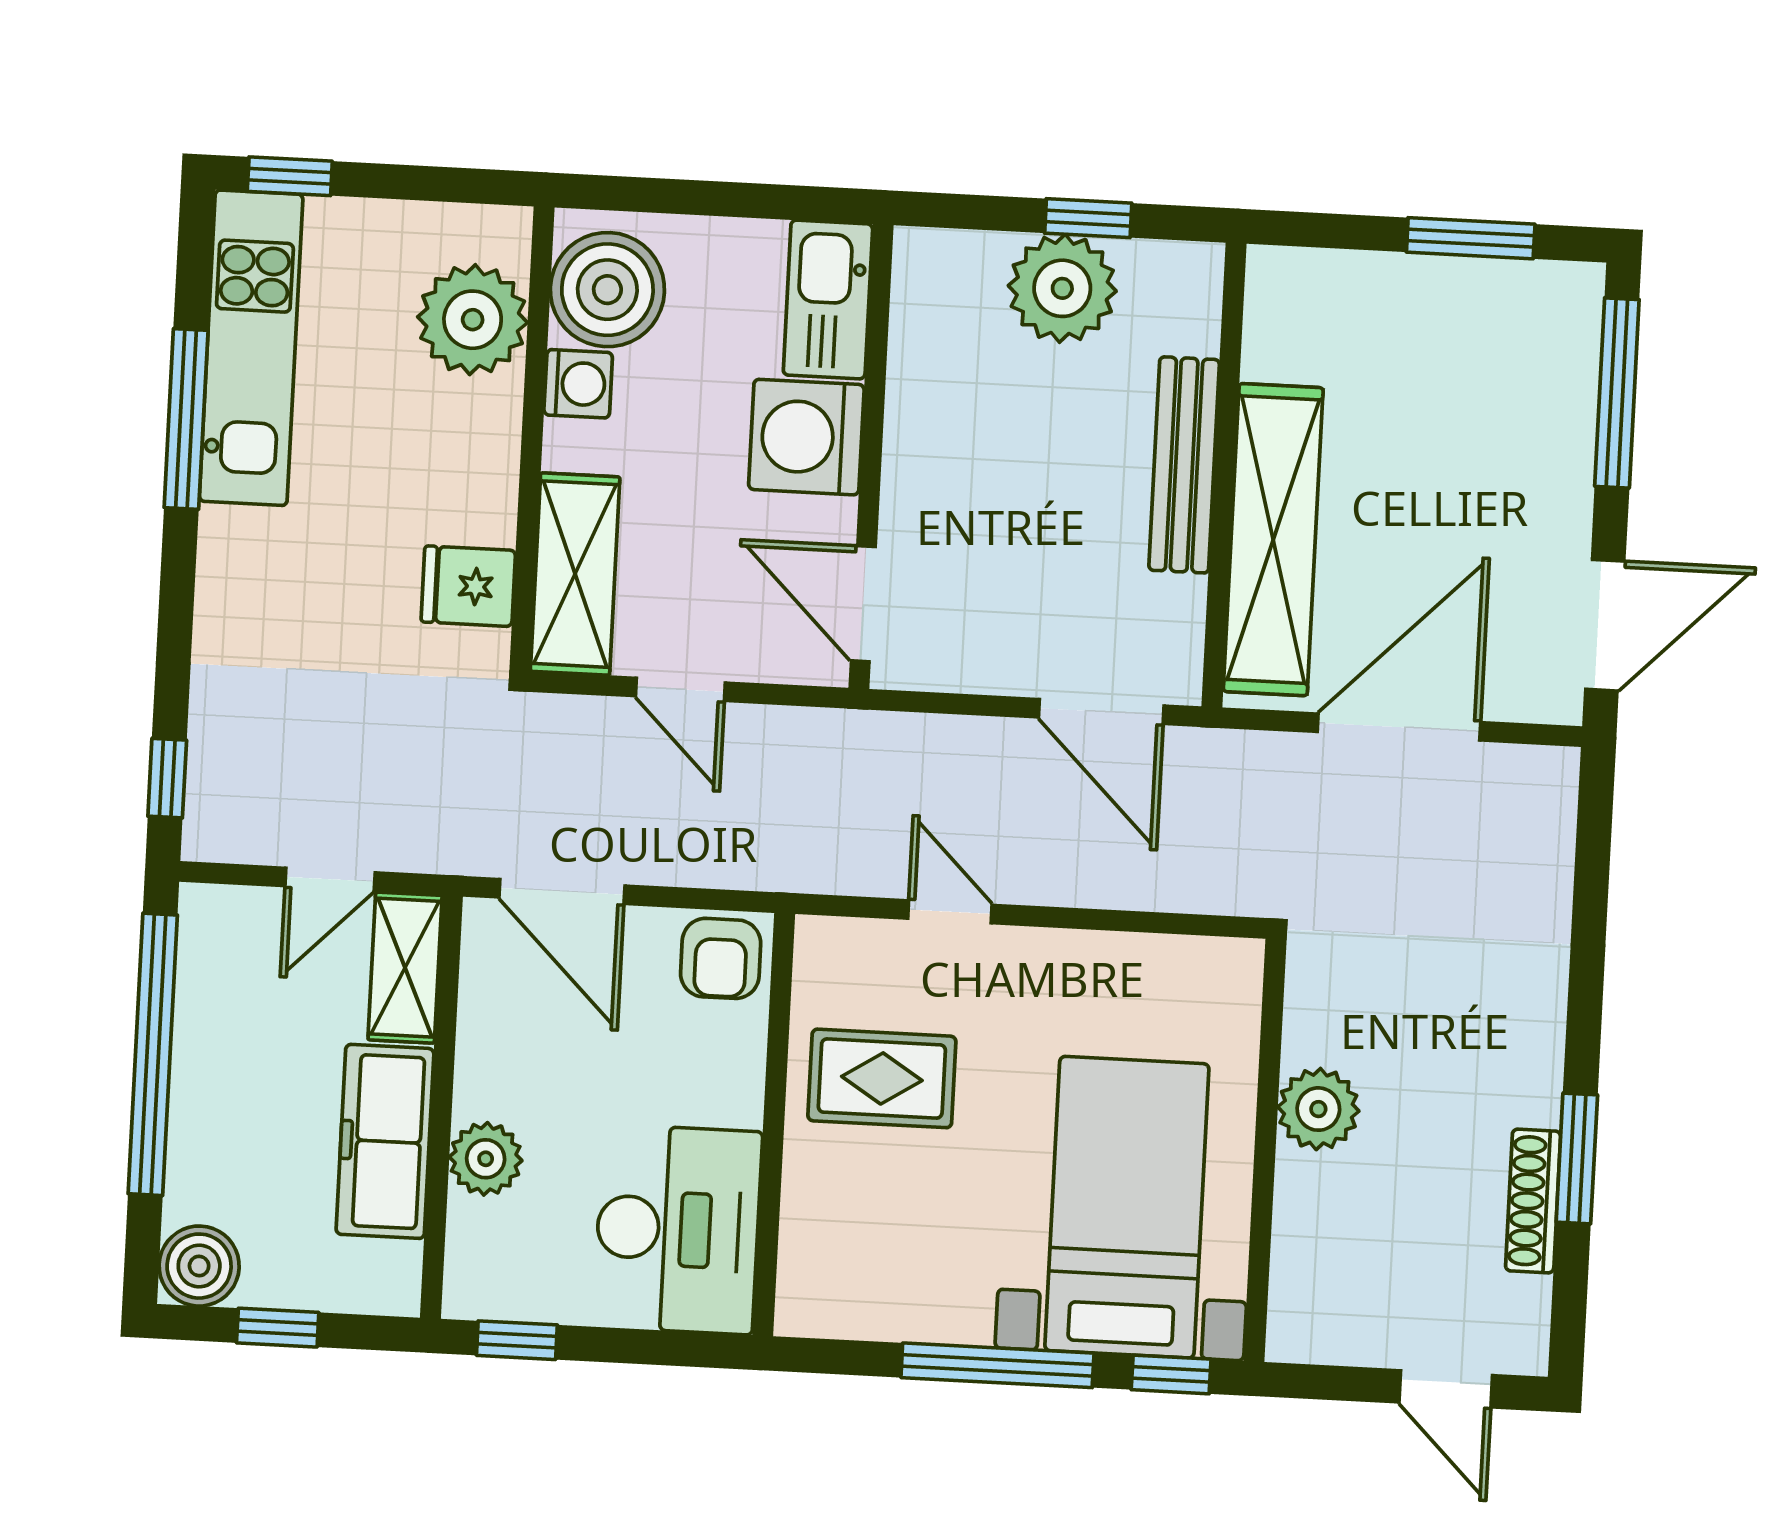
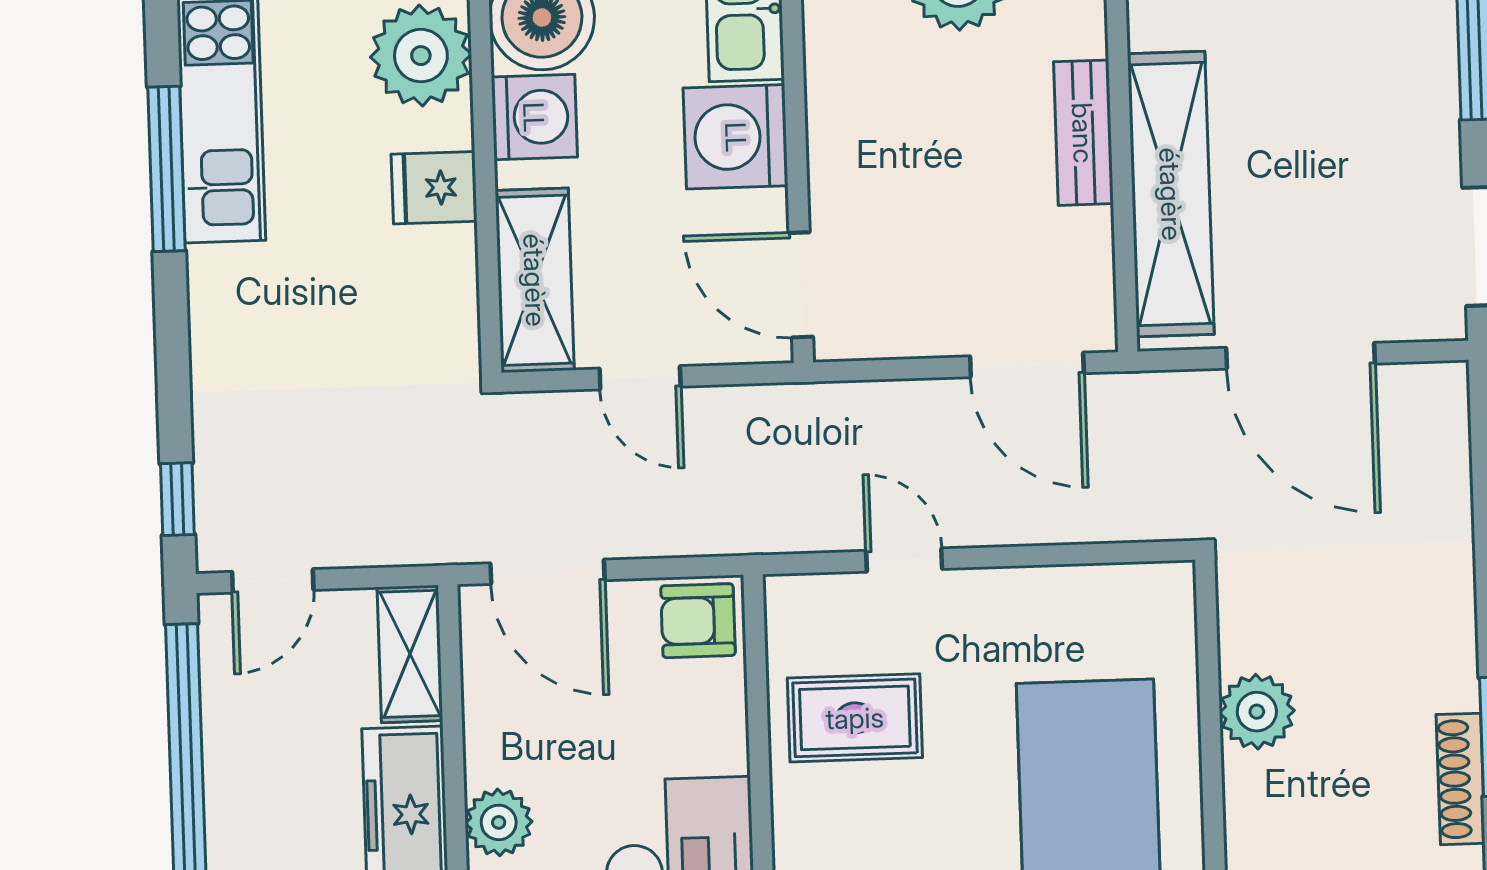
washing machine: (578, 384) -> (534, 117), width x1.38, depth x1.38
bench: (1184, 465) -> (1083, 133), width x0.73
fridge: (468, 586) -> (434, 188), moved
door: (1399, 727) -> (1301, 356), swing flipped
door: (330, 879) -> (273, 581), moved
armchair: (721, 958) -> (698, 621), turned 90

